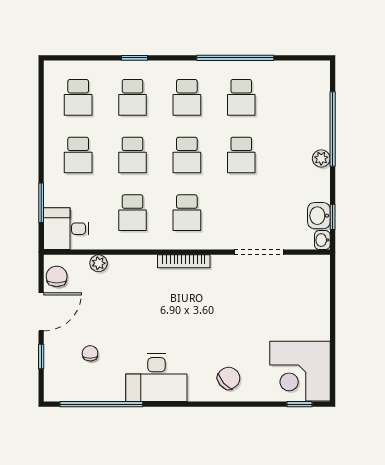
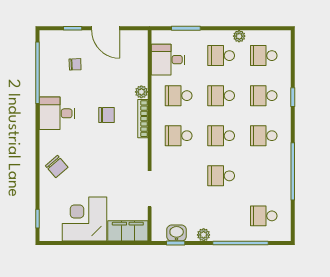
school desk: (241, 97) -> (264, 216), moved
plant: (52, 131) -> (239, 36), added
plant: (321, 159) -> (204, 235), moved
desk: (66, 229) -> (168, 60), moved, turned -90
washbasin: (322, 240) -> (159, 236), removed
bookcase: (184, 261) -> (143, 119), moved
plant: (99, 263) -> (141, 92), moved
chair: (57, 276) -> (107, 115), moved
filing cabinet: (316, 282) -> (128, 231), added
corner desk: (300, 371) -> (85, 219), moved
desk: (156, 378) -> (57, 113), width x0.73

